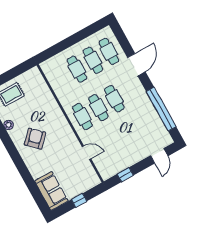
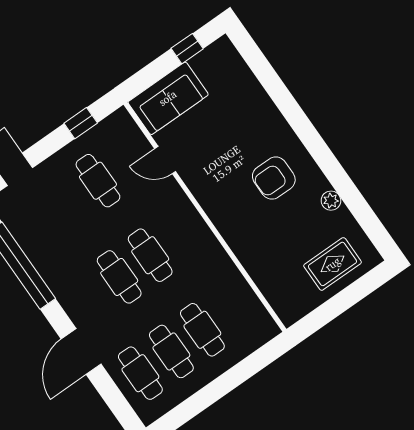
cafe table: (82, 117) -> (98, 181), moved
armchair: (35, 139) -> (274, 178), turned 46
sofa: (51, 191) -> (168, 98), moved, turned -90
window: (79, 200) -> (187, 49), moved

